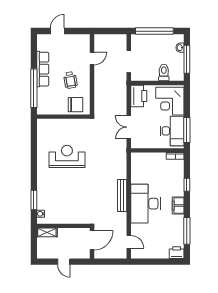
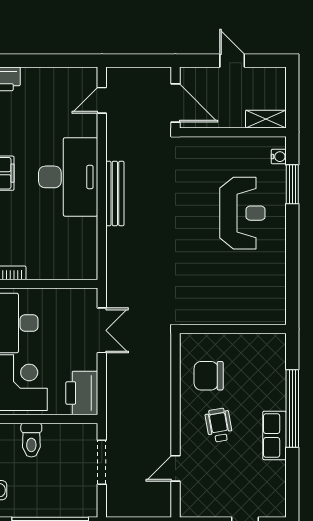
row of seats: (43, 69) -> (274, 435), width x0.68
wall: (63, 117) -> (233, 329), moved
reception desk: (67, 156) -> (242, 213), moved, turned -90
door: (92, 240) -> (175, 103), swing flipped
door: (129, 242) -> (102, 100), hinge flipped

